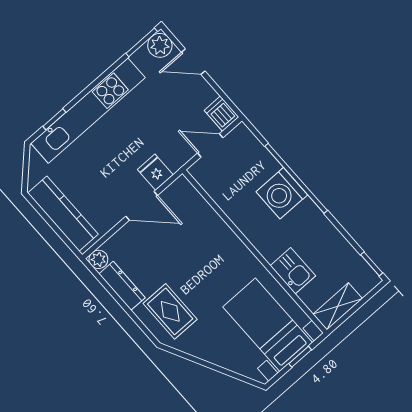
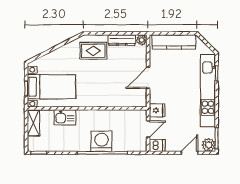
fridge: (155, 172) -> (157, 110), moved

